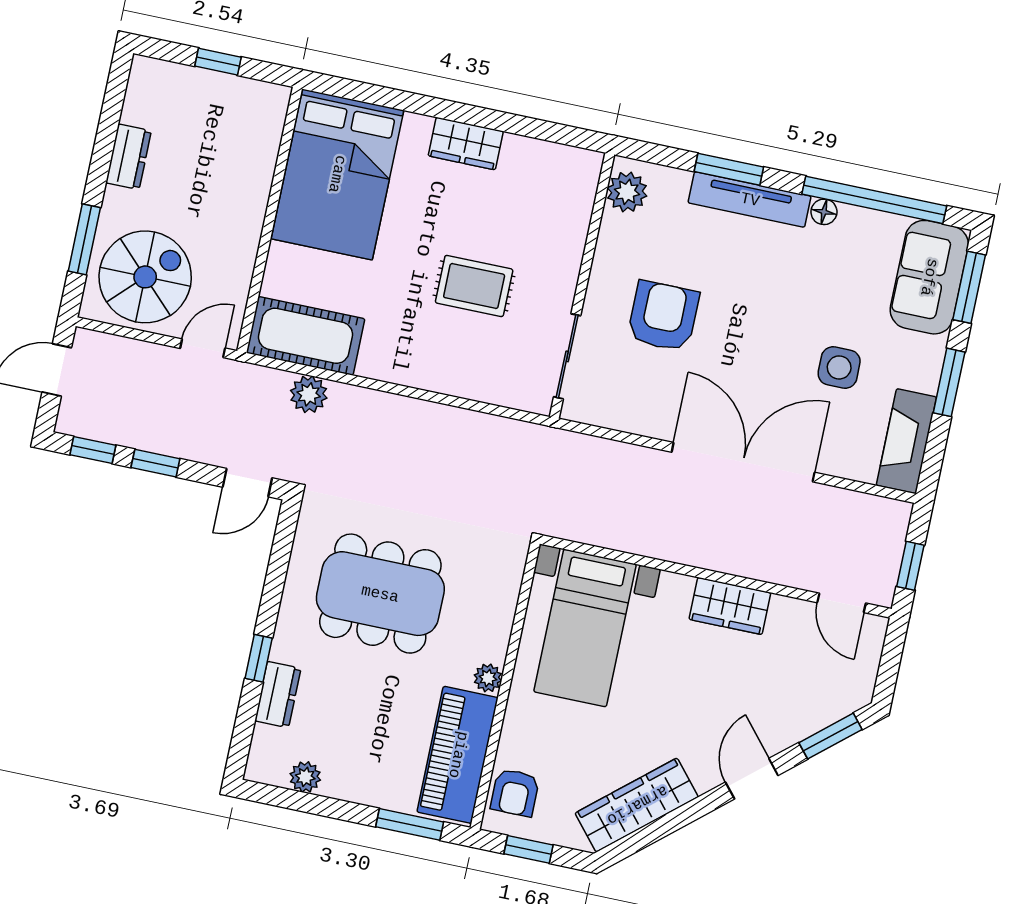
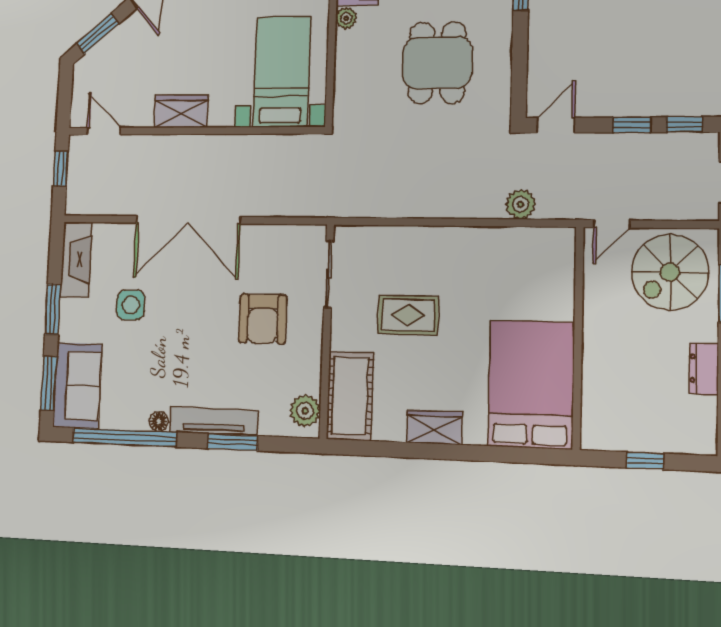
cot: (305, 336) -> (350, 396), moved, turned 90
dining table: (380, 594) -> (437, 63), width x0.73

